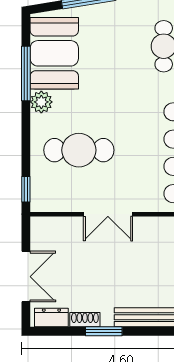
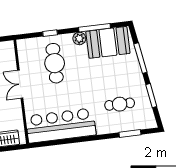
window: (26, 189) -> (50, 33), moved

